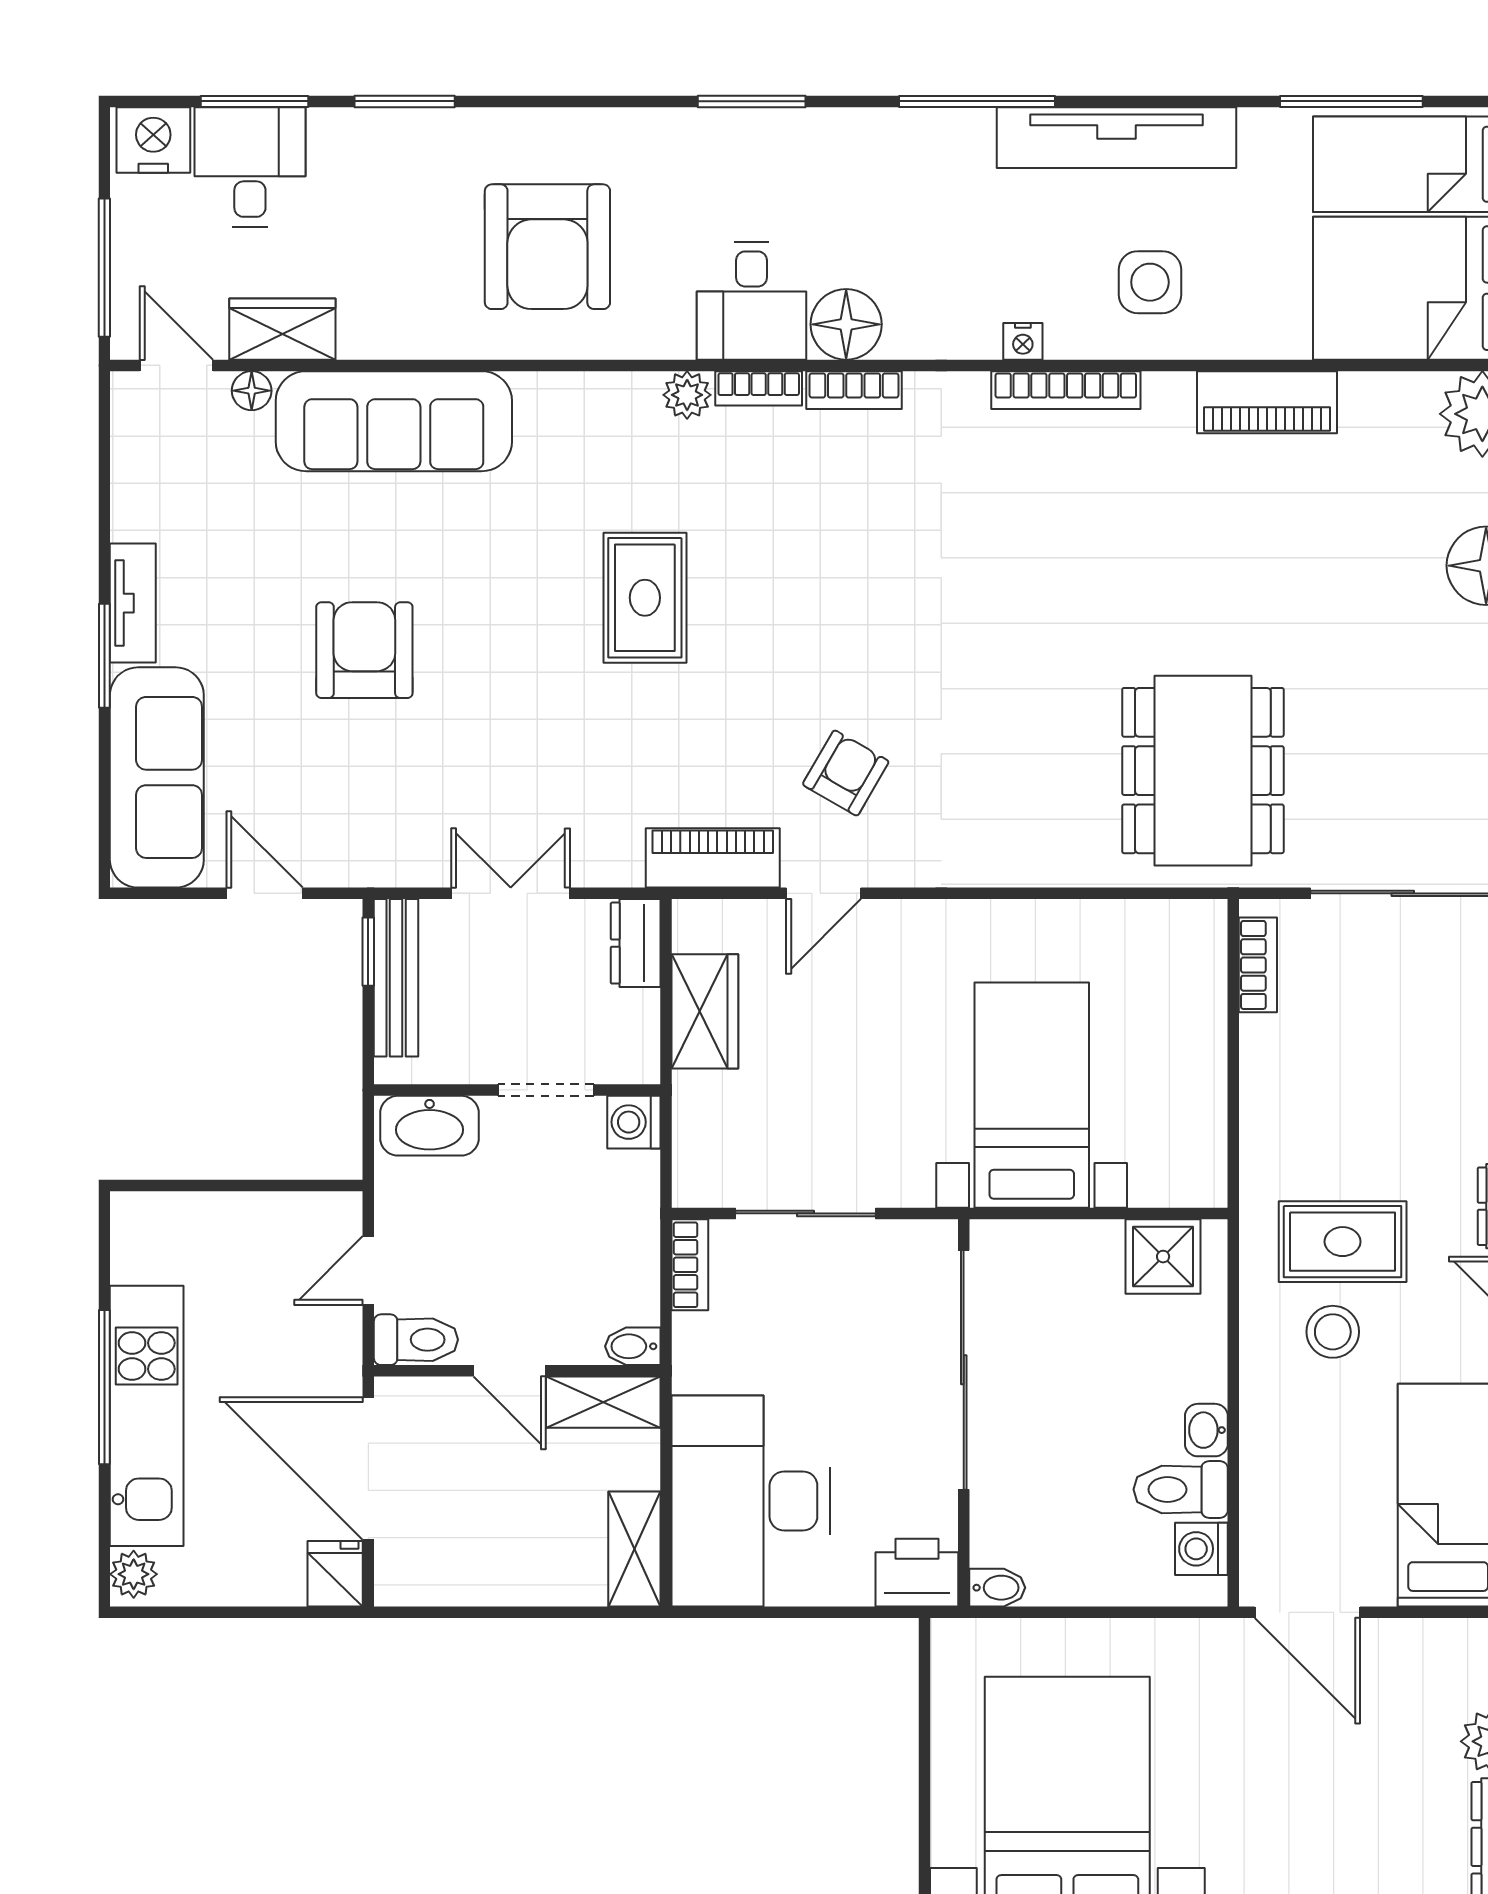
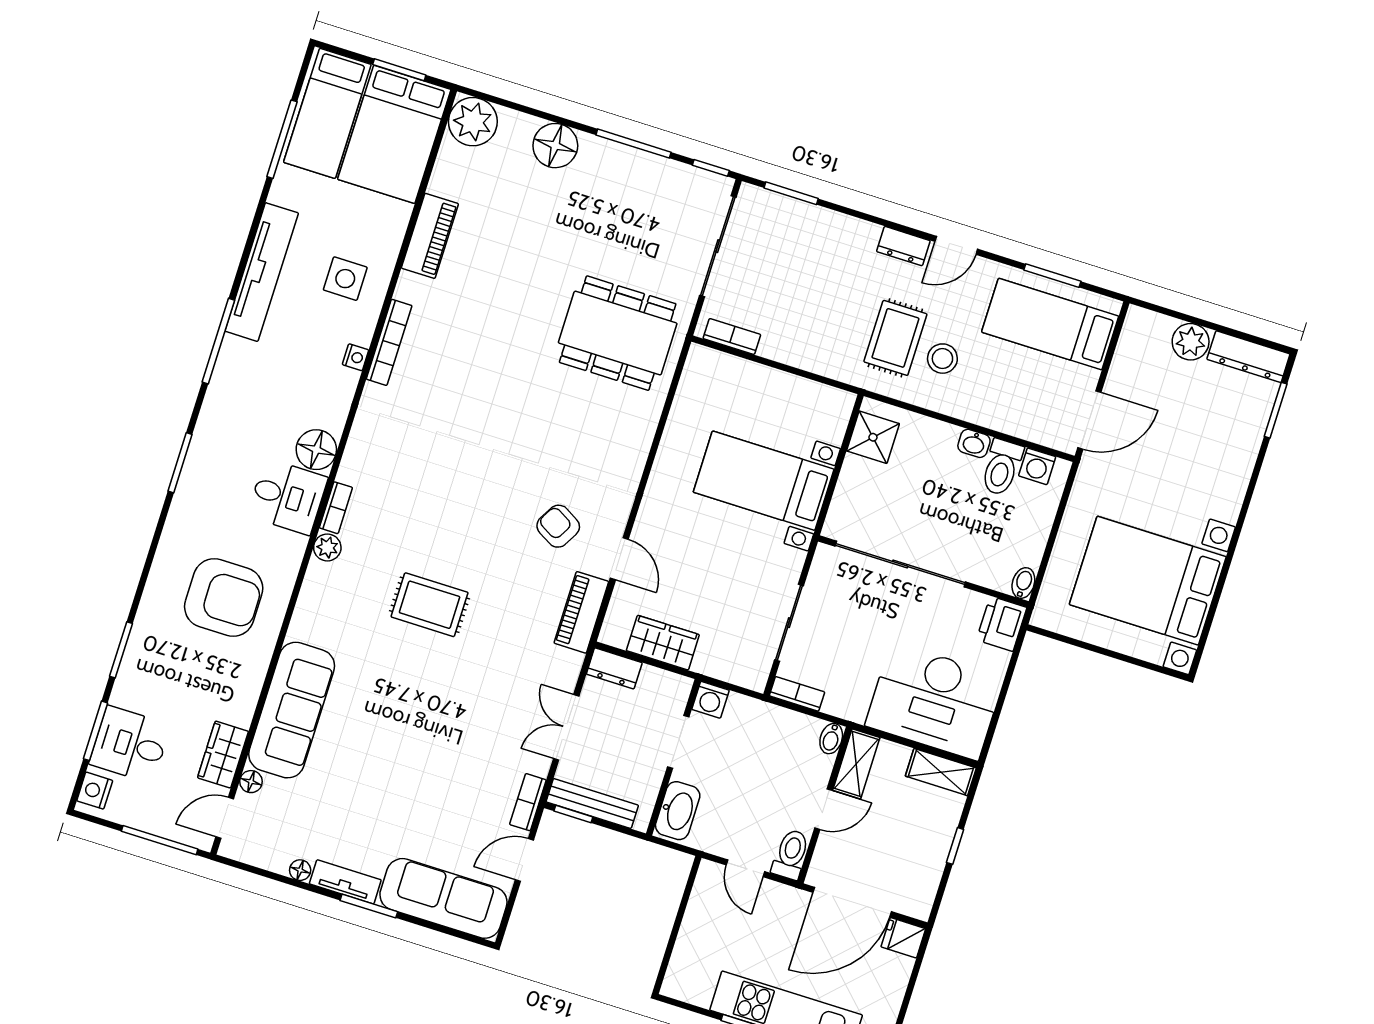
nightstand: (153, 140) -> (95, 791), width x0.74, depth x0.75
bookcase: (854, 390) -> (528, 802), moved, turned 180
floor lamp: (128, 521) -> (300, 870), added
armchair: (364, 650) -> (410, 765), removed
window: (517, 1612) -> (955, 846), added

